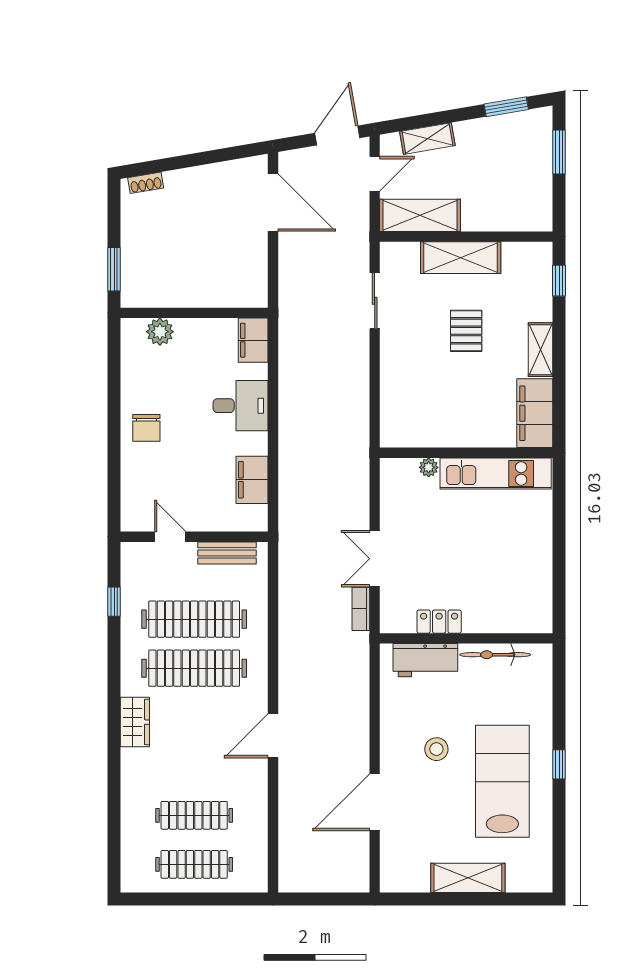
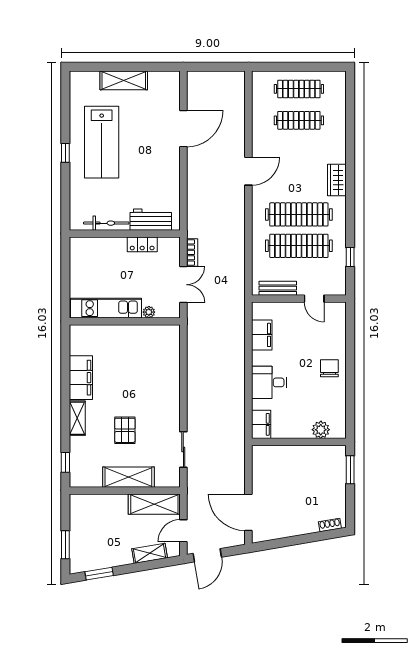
wall: (466, 453) -> (125, 321), moved
plant: (429, 467) -> (149, 312), moved
kitchen unit: (496, 473) -> (106, 308), moved
stool: (436, 749) -> (144, 163), removed

